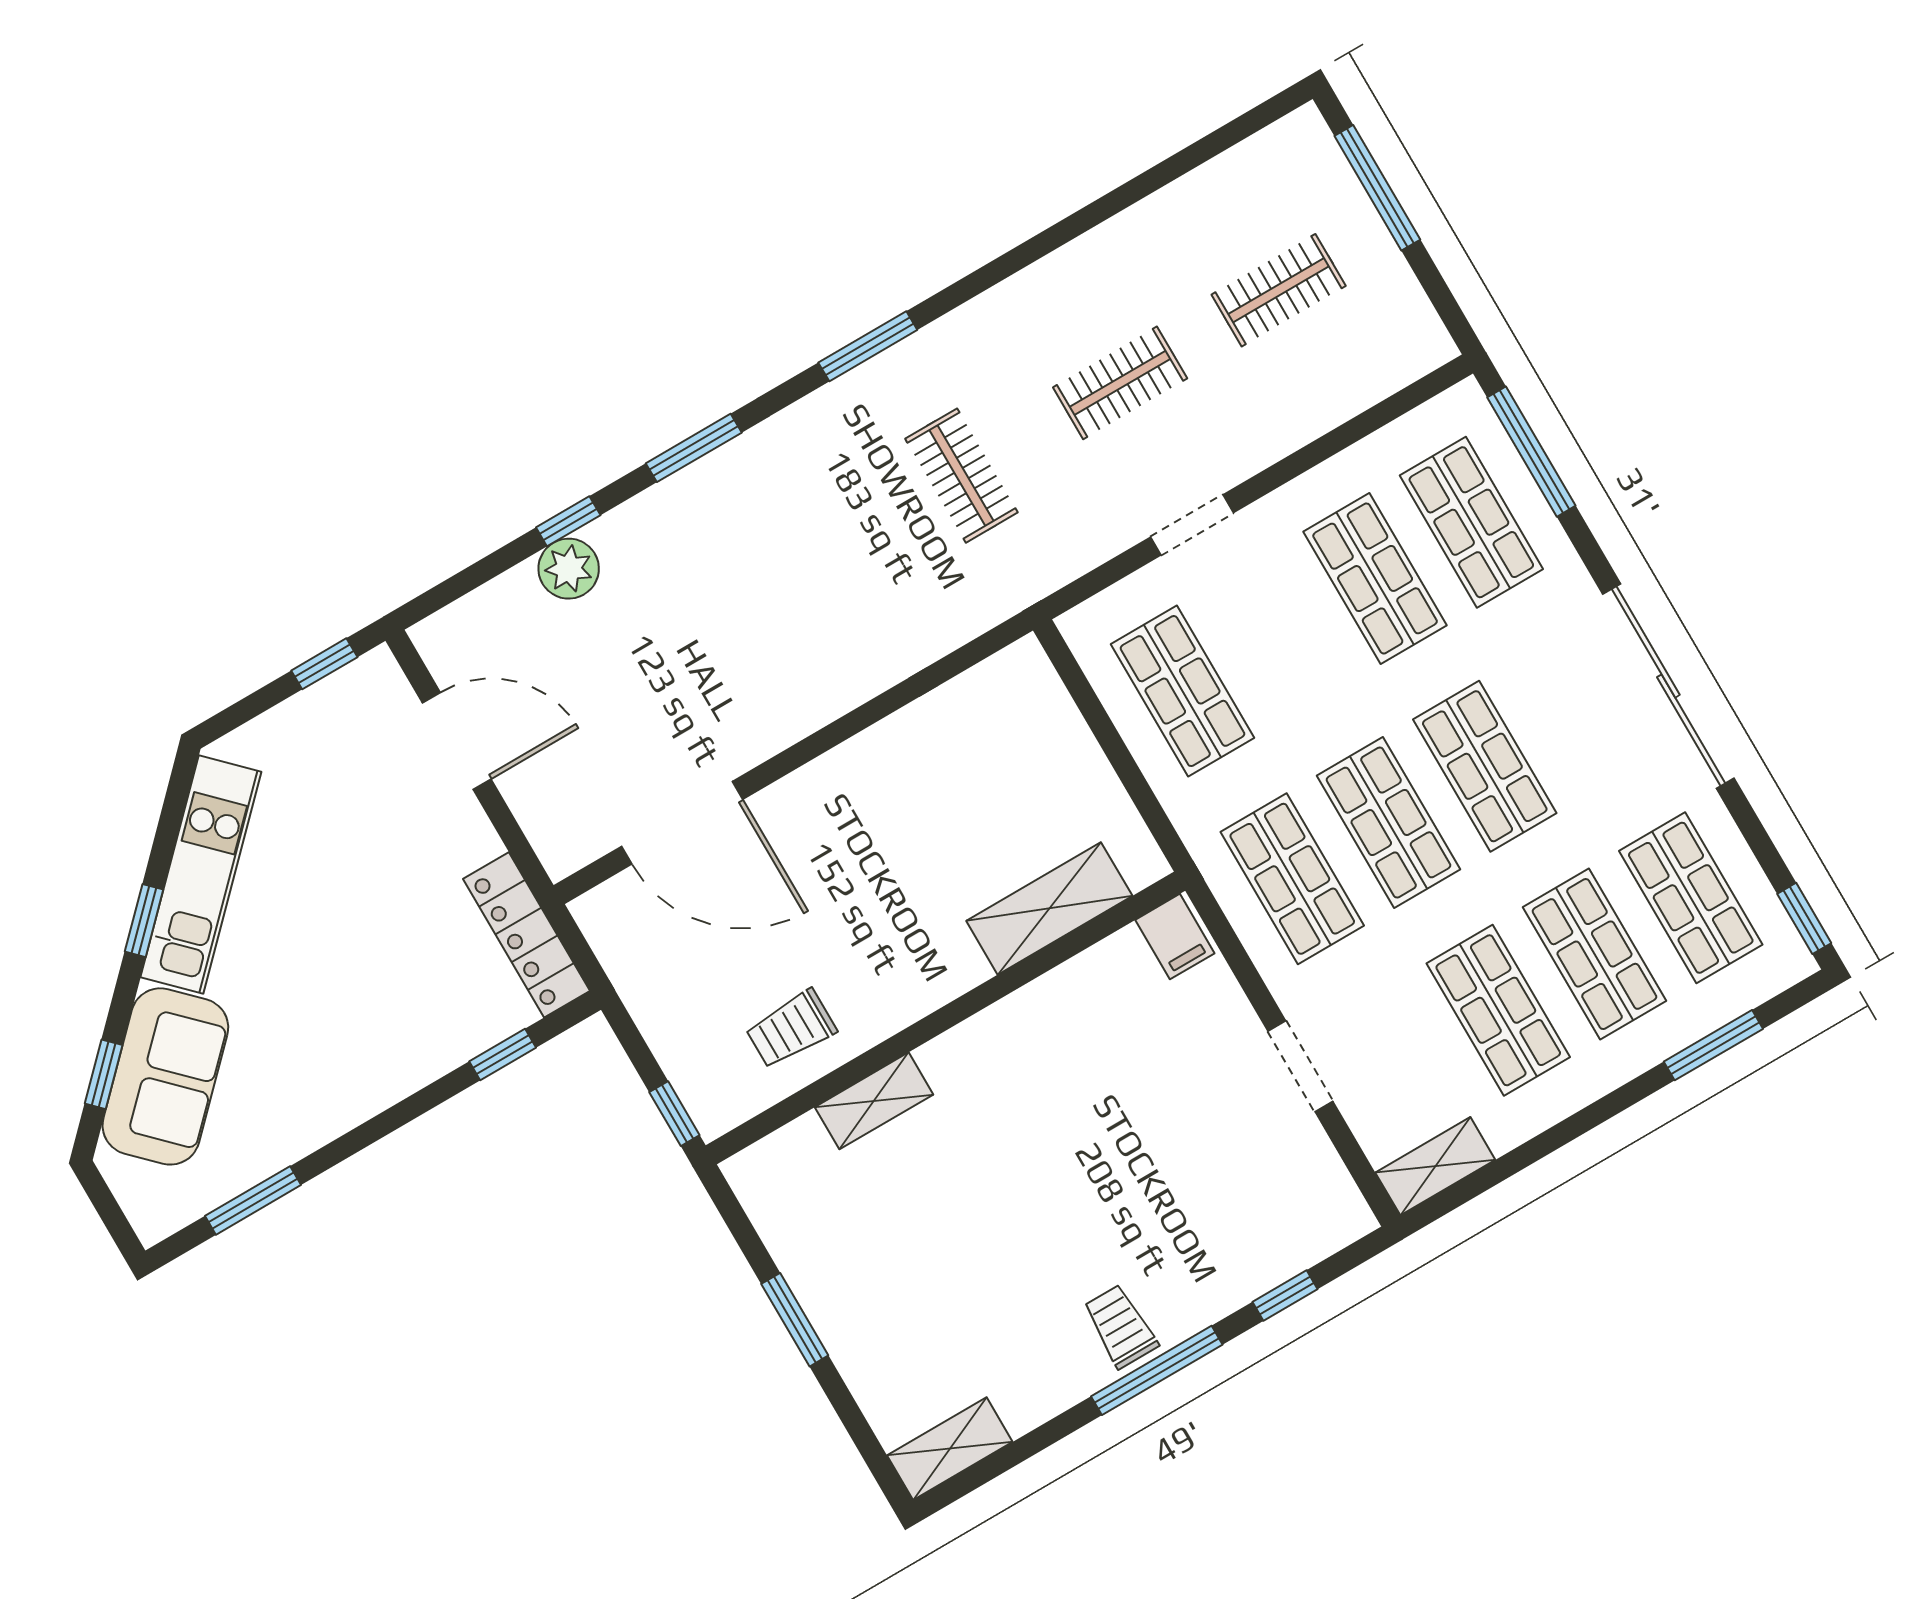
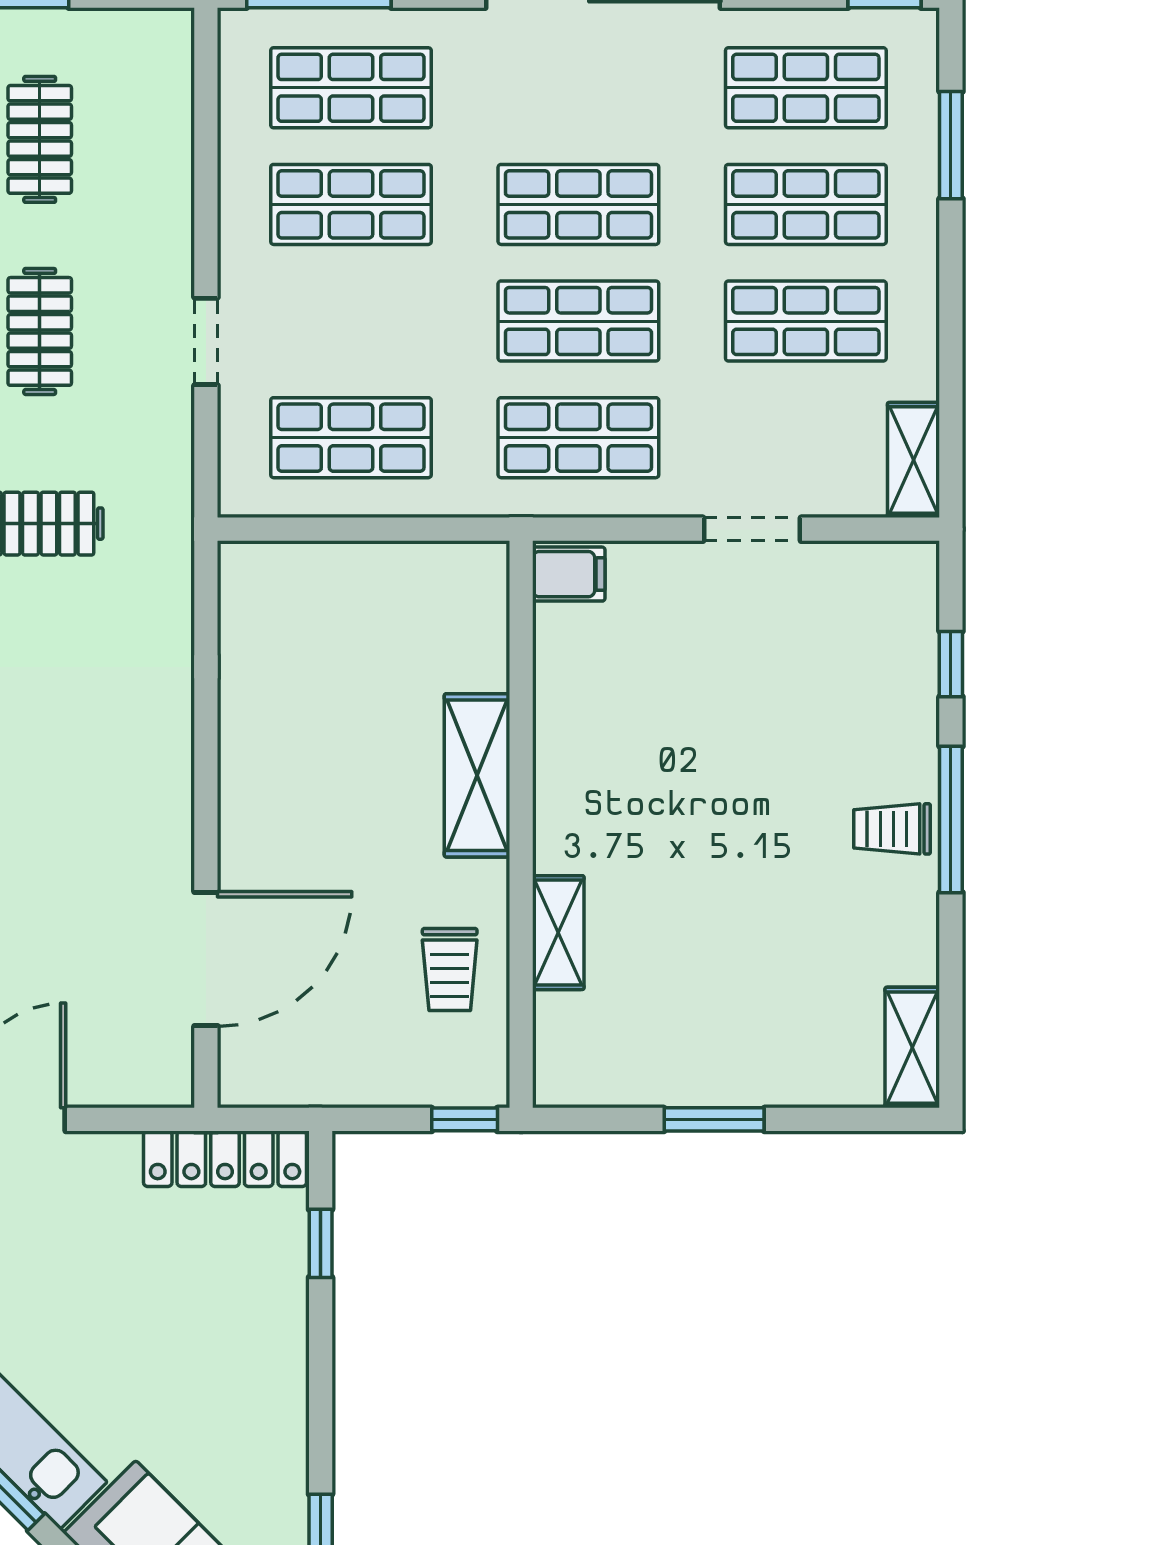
shelving: (1049, 908) -> (477, 775), moved

